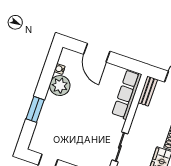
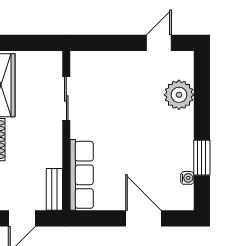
plant: (60, 86) -> (179, 95), moved
window: (35, 109) -> (202, 158), moved

